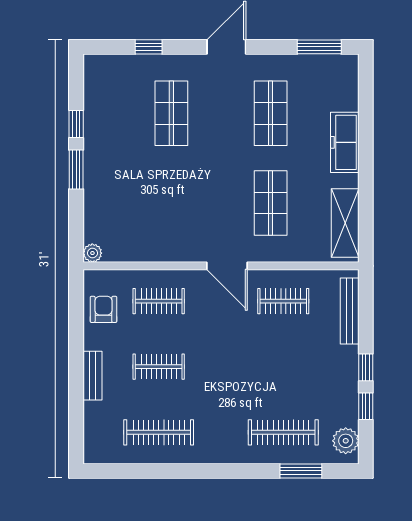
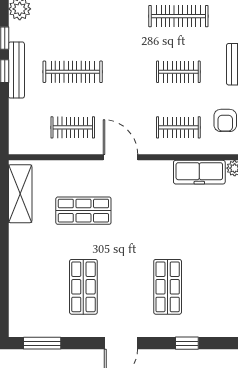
freezer: (345, 142) -> (199, 172), moved, turned 90
shop shelf: (271, 203) -> (83, 211), turned 90
bench: (350, 311) -> (16, 70), moved
clothes rail: (283, 432) -> (73, 72), moved

